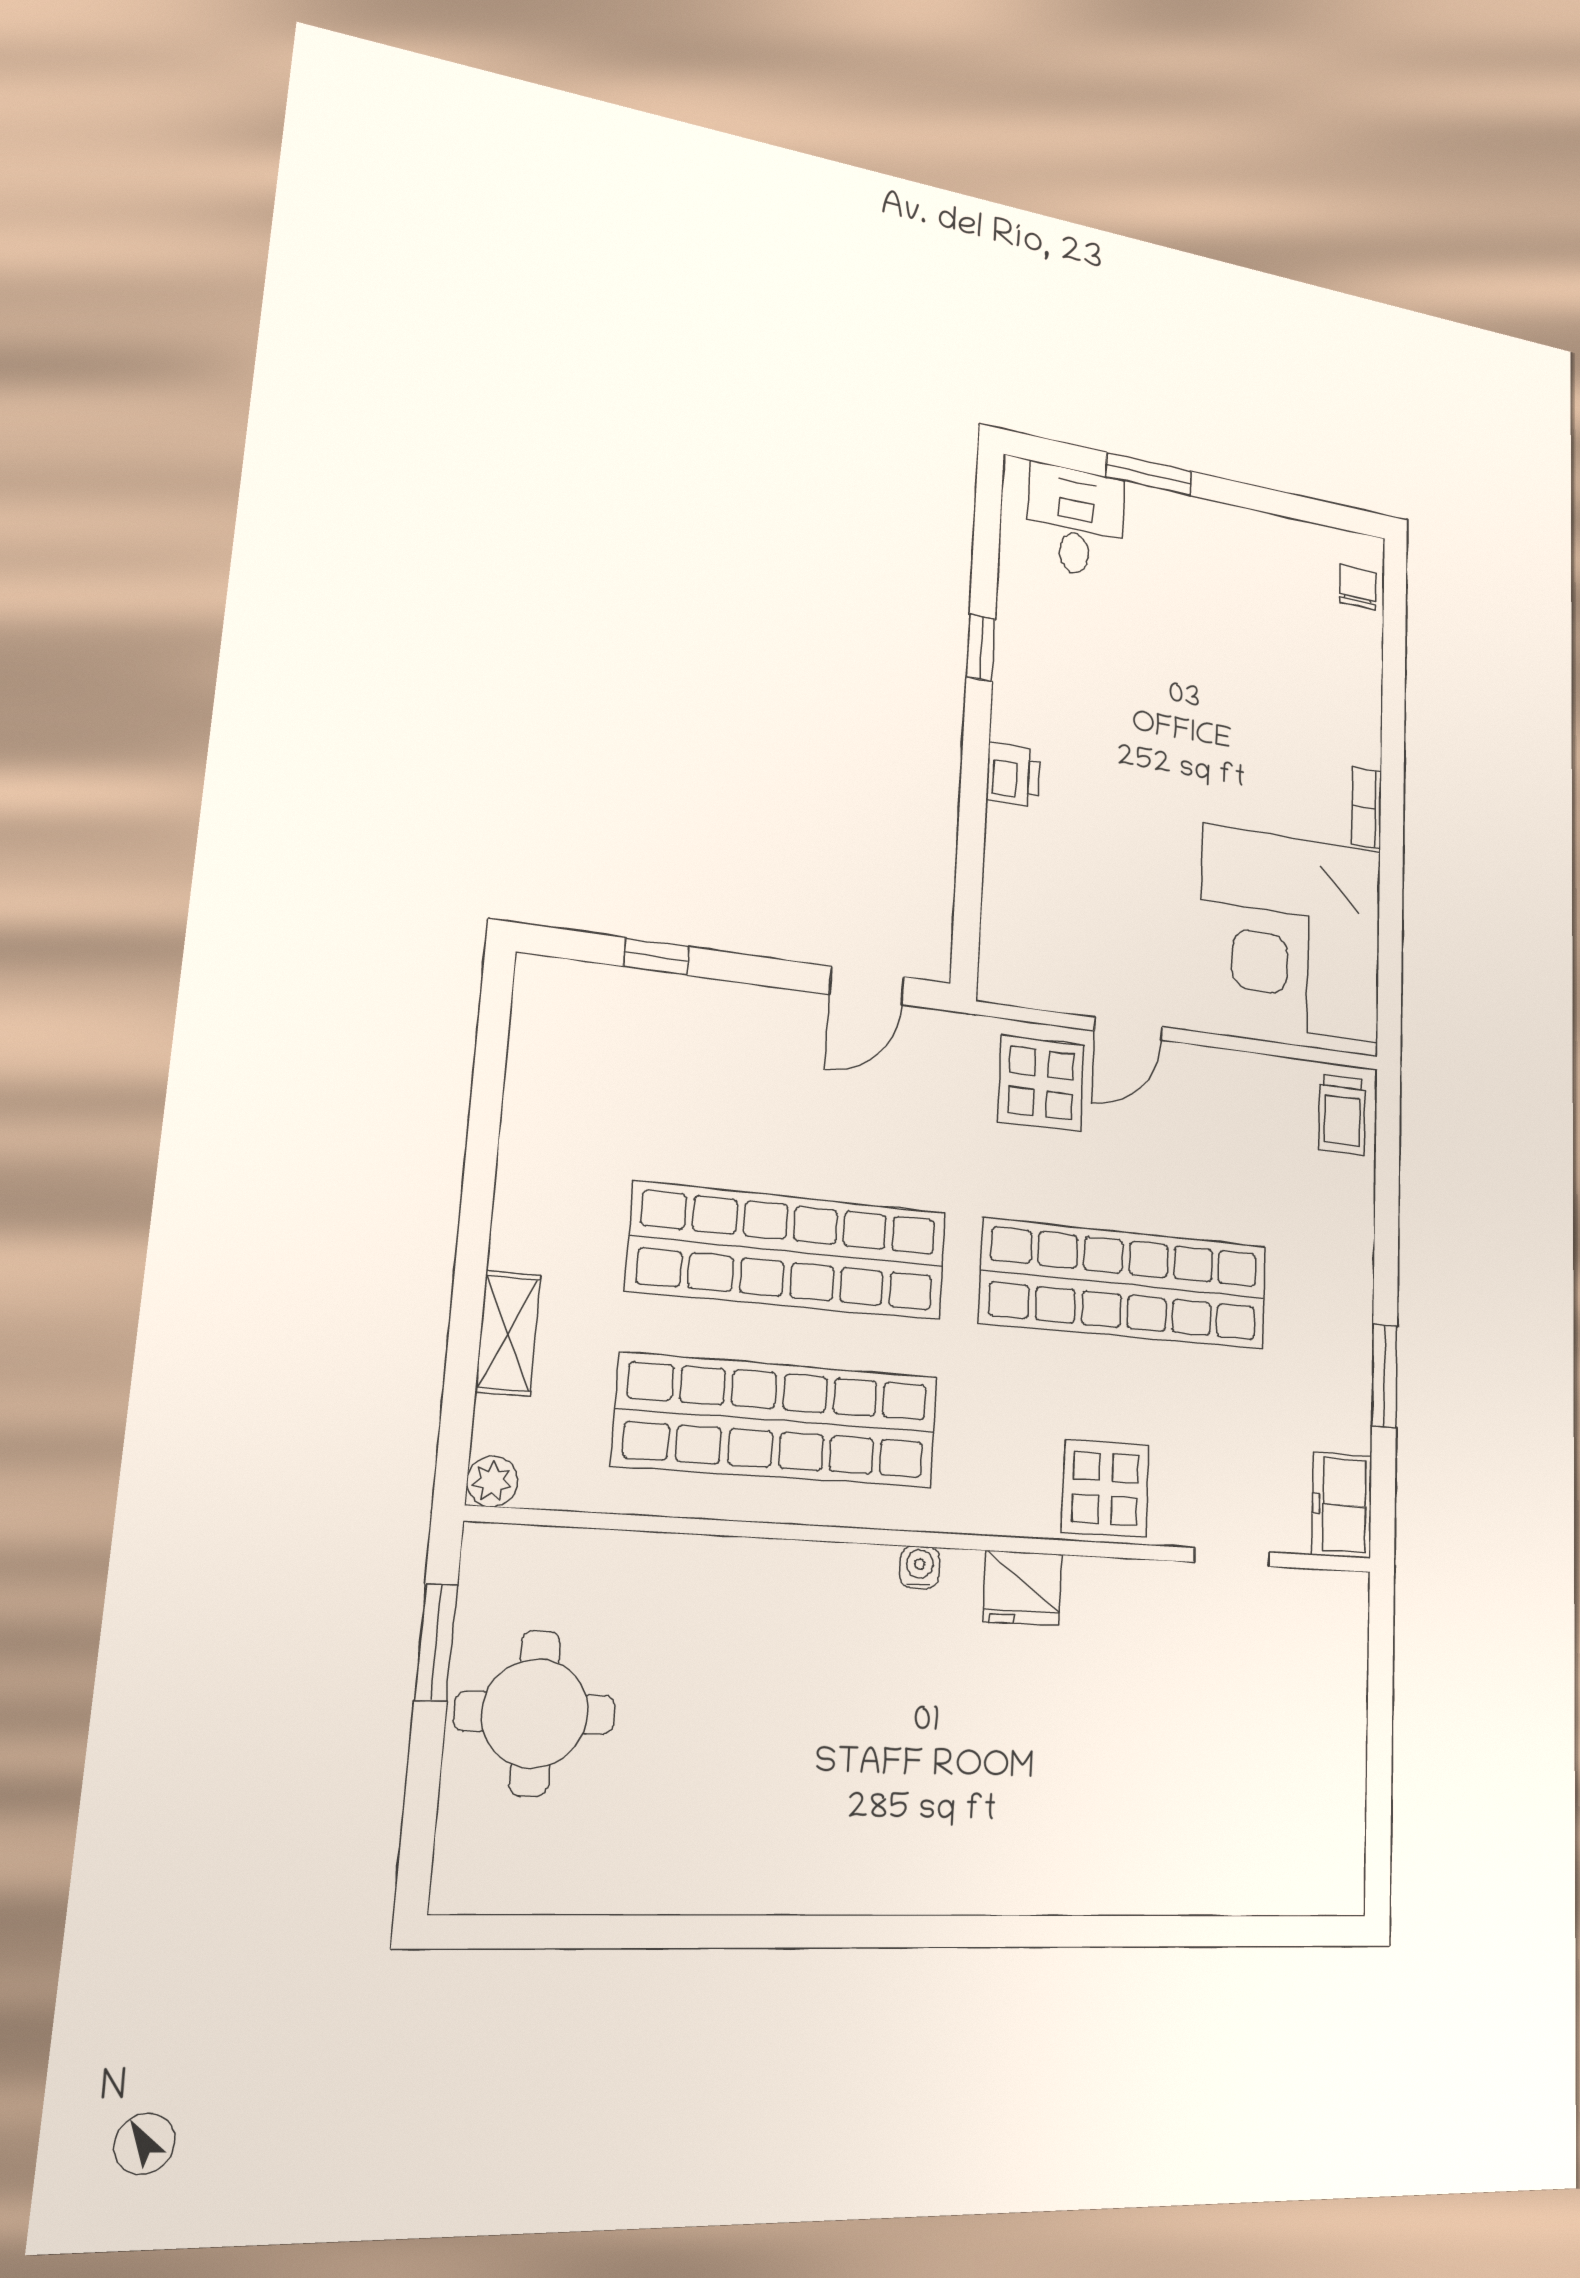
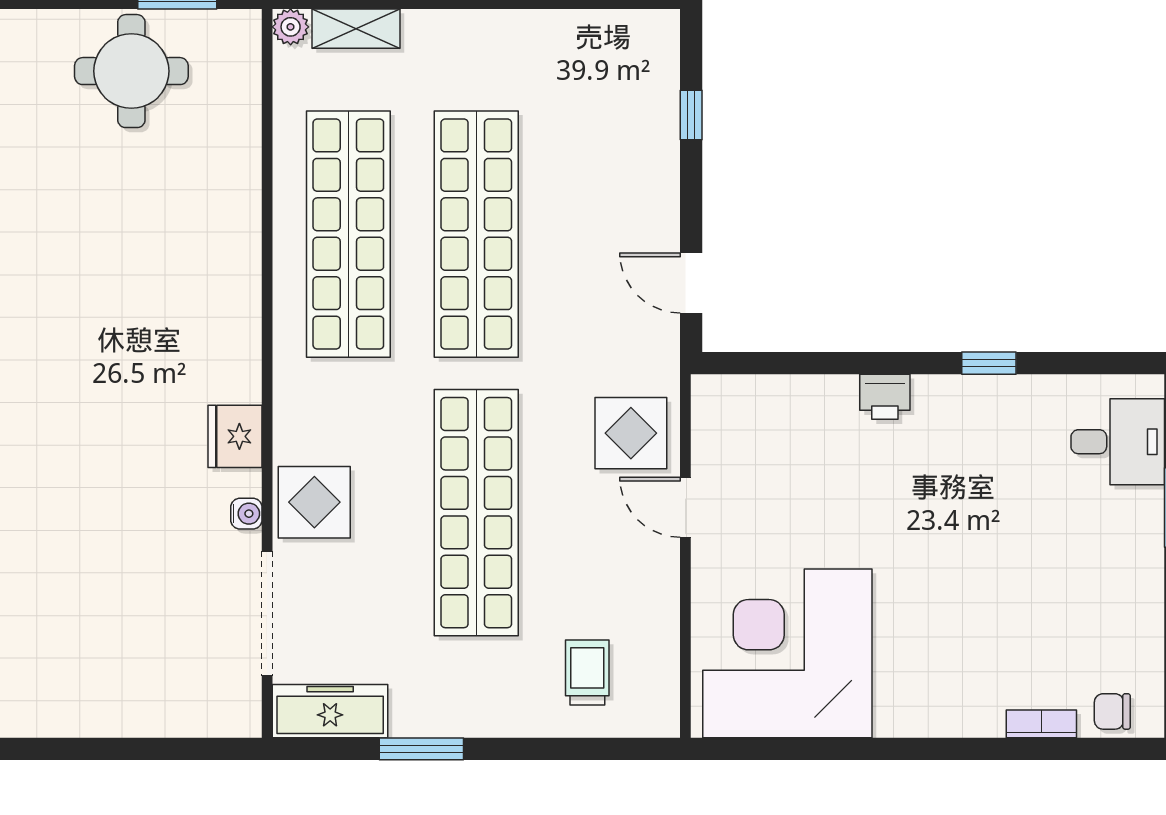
chair: (1358, 587) -> (1112, 711), turned 180
bookcase: (1367, 808) -> (1041, 724), moved
trolley: (1342, 1115) -> (587, 673), moved, turned 90
shelving: (508, 1334) -> (356, 29), moved
freezer: (1342, 1505) -> (330, 711), width x1.40
doorway: (1232, 1557) -> (267, 613), width x1.87
water cooler: (920, 1567) -> (246, 514), moved

